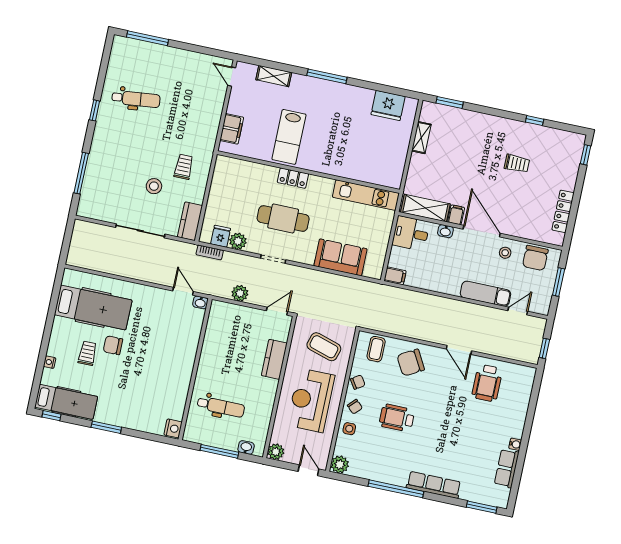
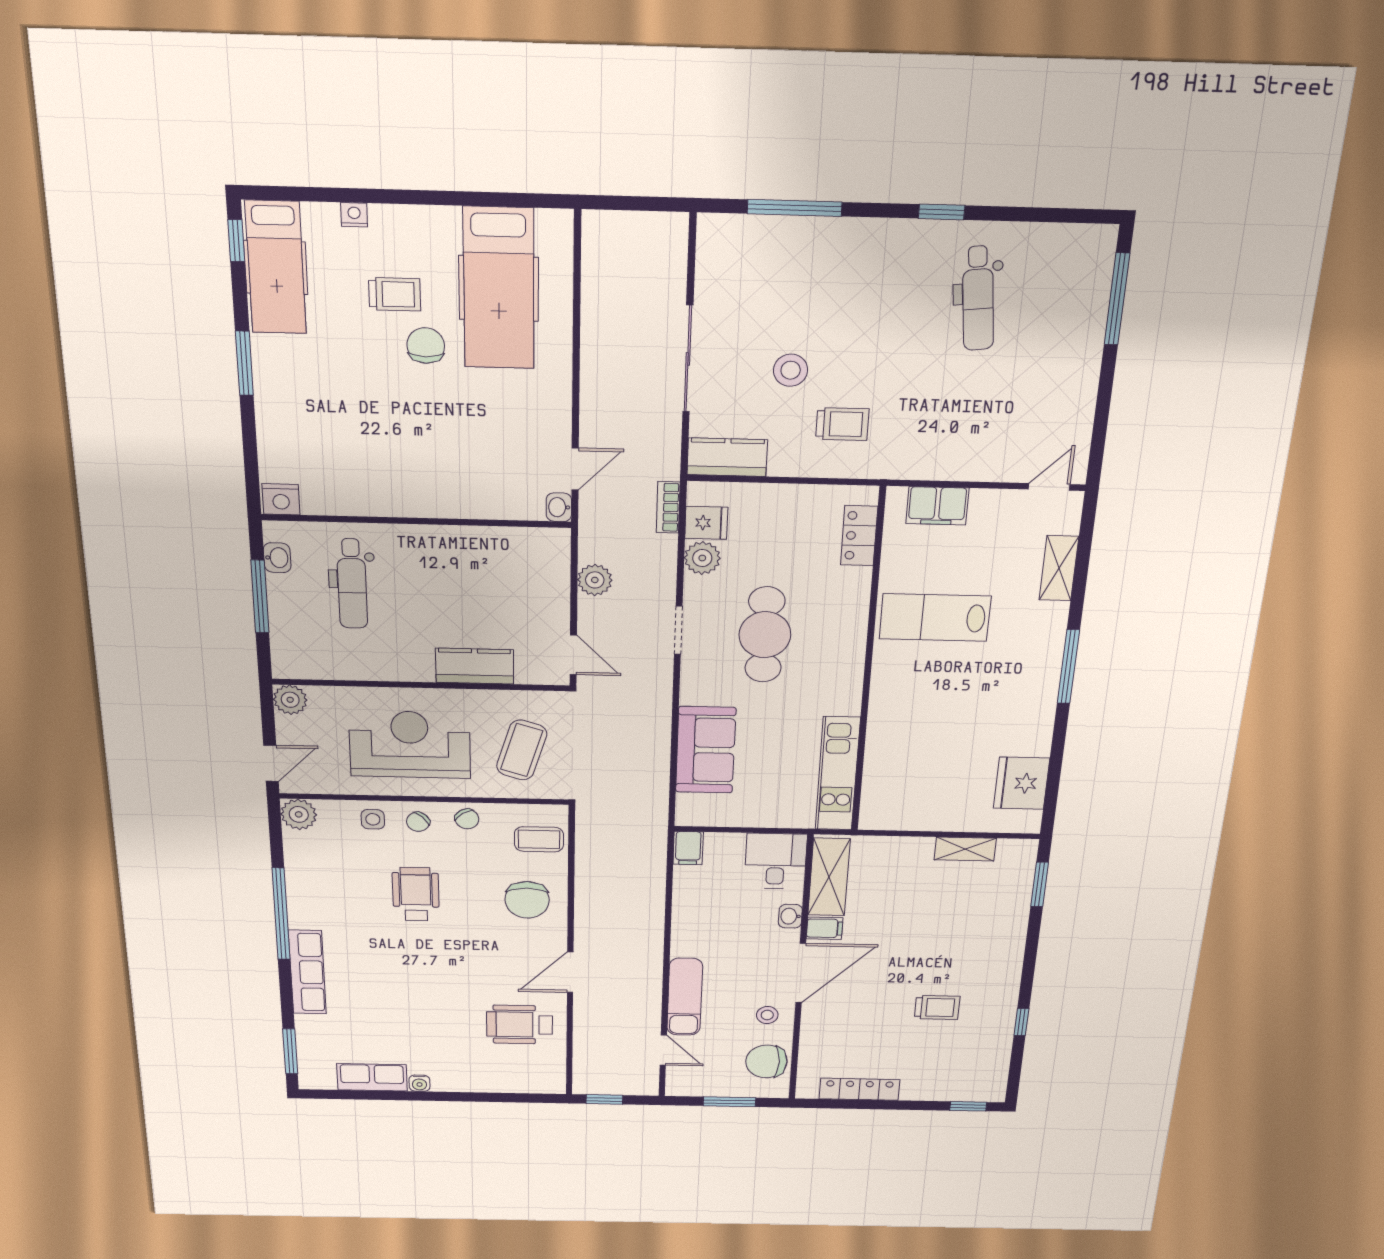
trolley: (517, 163) -> (937, 1007), turned -90
locker: (293, 178) -> (859, 536), moved
chair: (411, 363) -> (527, 900), turned -151
washbasin: (246, 447) -> (277, 558), moved

